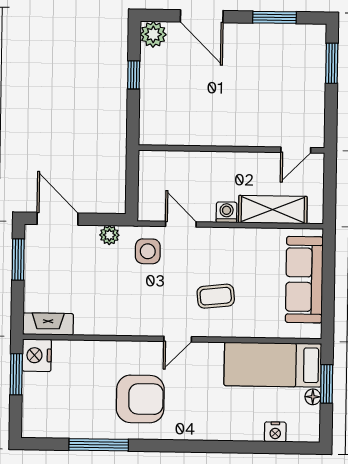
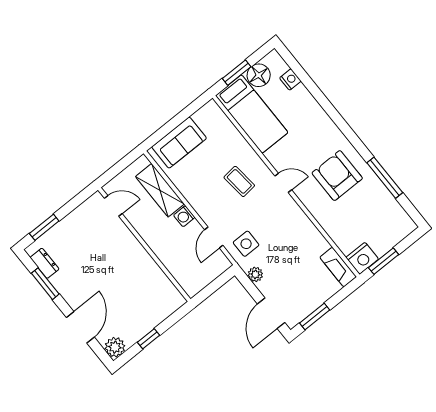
dresser: (295, 34) -> (45, 263), added
sofa: (304, 280) -> (179, 143), width x0.73
floor lamp: (313, 397) -> (259, 75), width x1.89, depth x1.89

